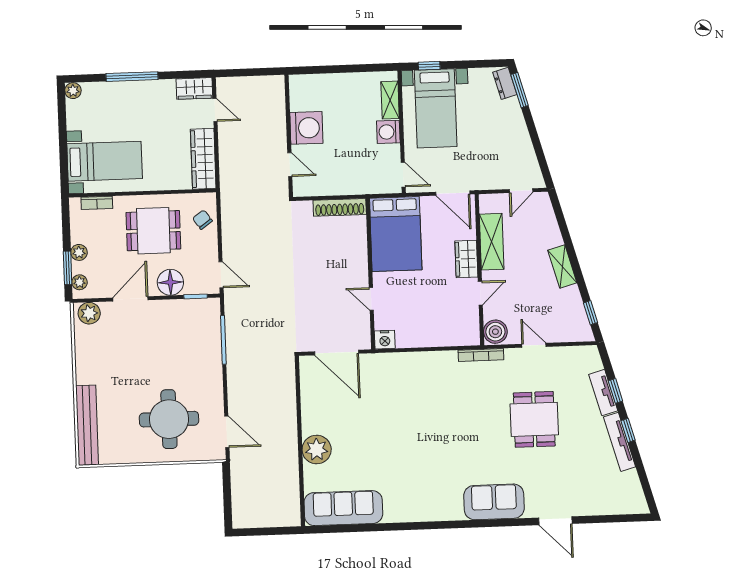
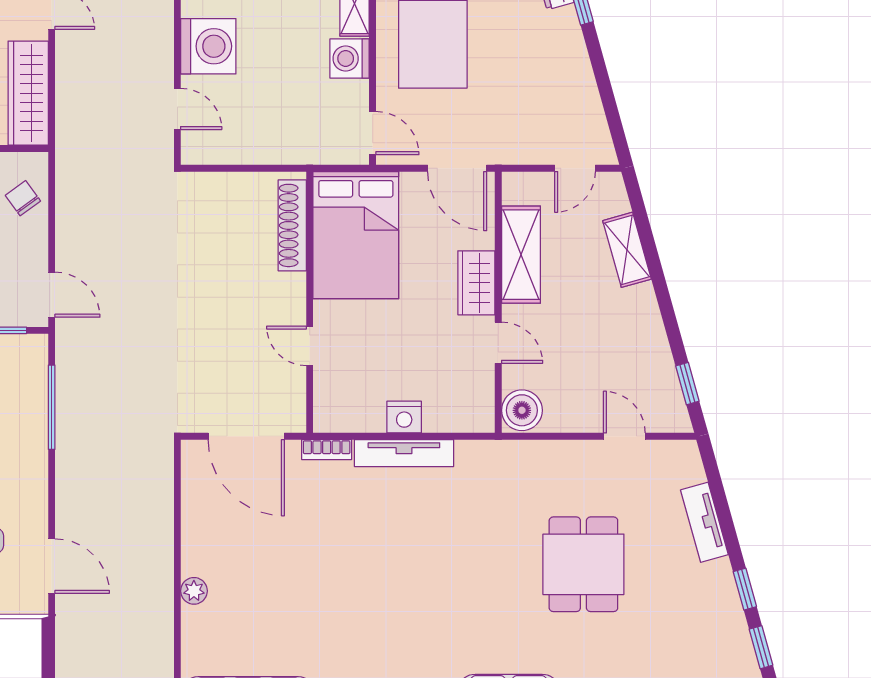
shoe rack: (340, 207) -> (292, 225), moved, turned 90
shelving: (562, 266) -> (627, 250), moved
door: (480, 293) -> (498, 343), hinge flipped
nightstand: (385, 340) -> (404, 417), moved
door: (534, 345) -> (624, 436), moved
bookcase: (481, 355) -> (327, 450), moved, width x0.64
window: (615, 391) -> (761, 647), moved
tv unit: (620, 442) -> (404, 453), moved, turned -74
plant: (317, 450) -> (194, 591), width x0.53, depth x0.53

